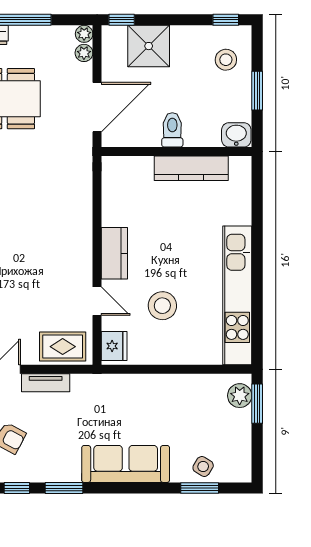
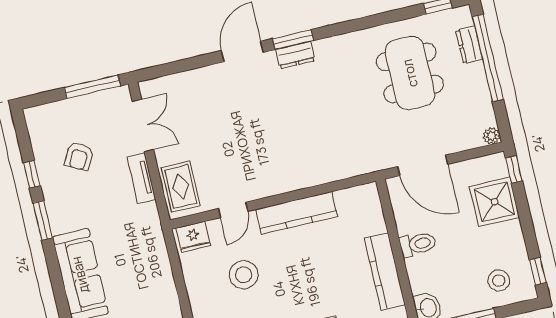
plant: (84, 53) -> (473, 140), removed
kitchen counter: (114, 253) -> (297, 213), width x1.50

